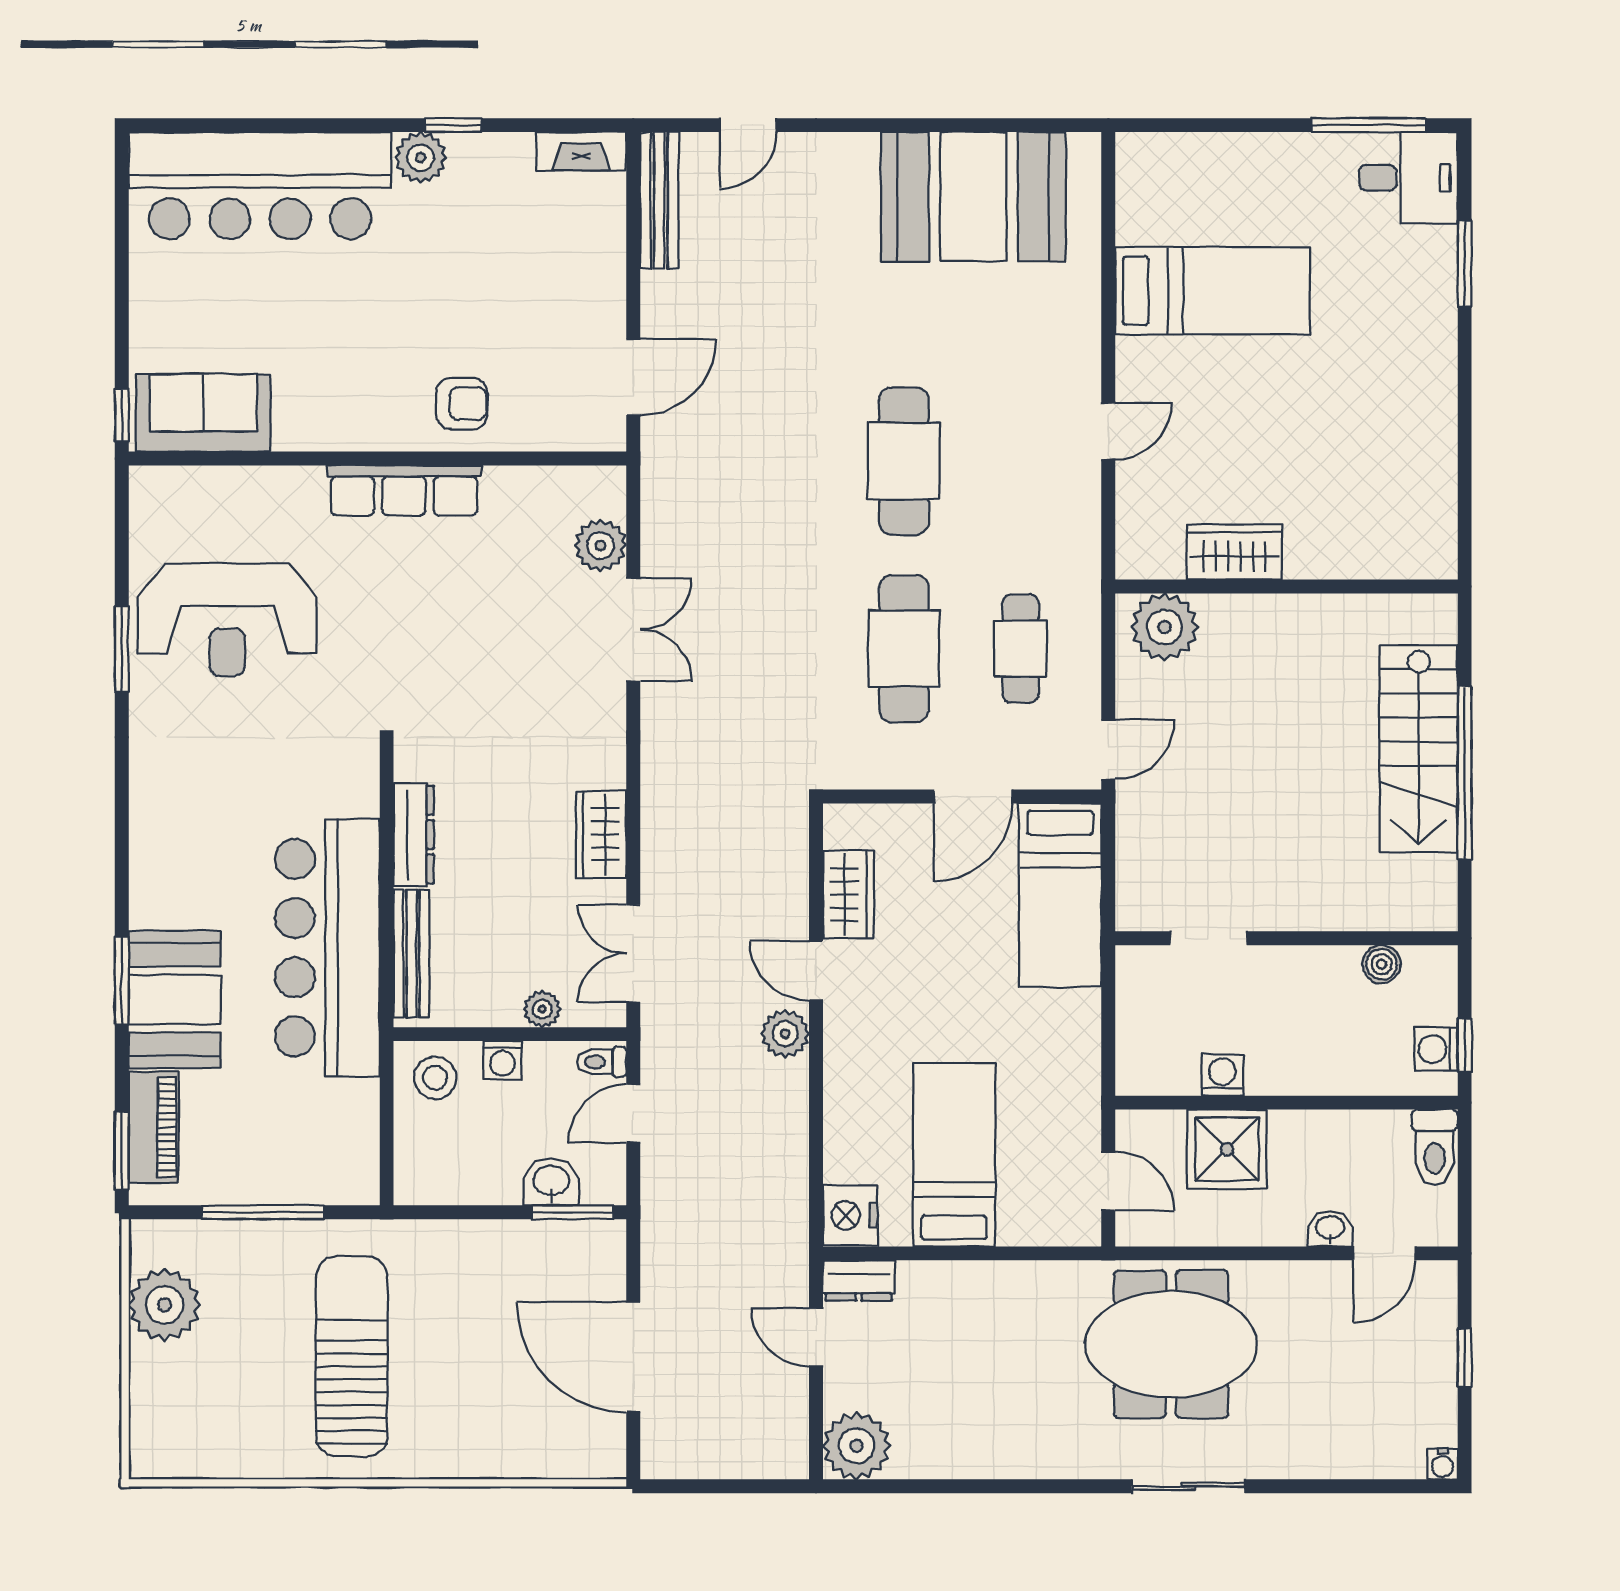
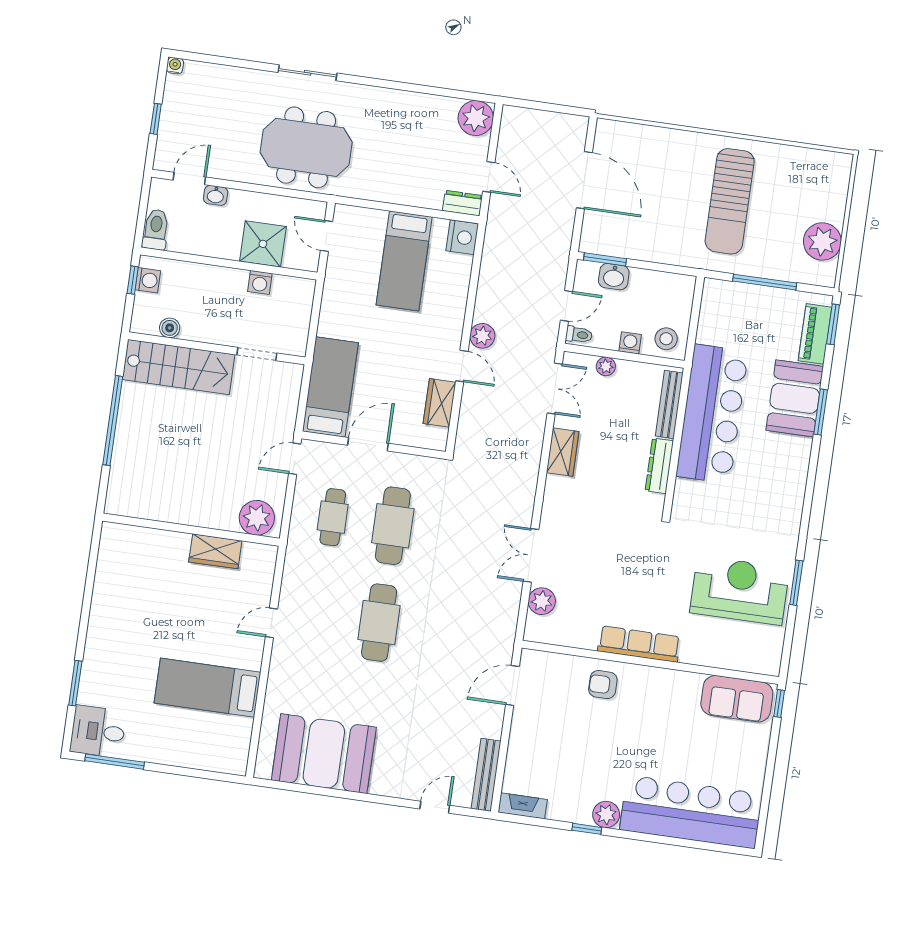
stairs: (1419, 749) -> (179, 367), moved, turned 90

